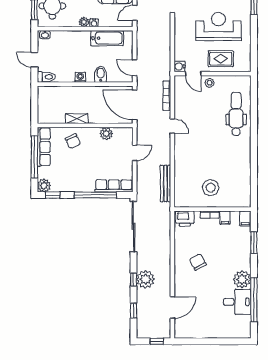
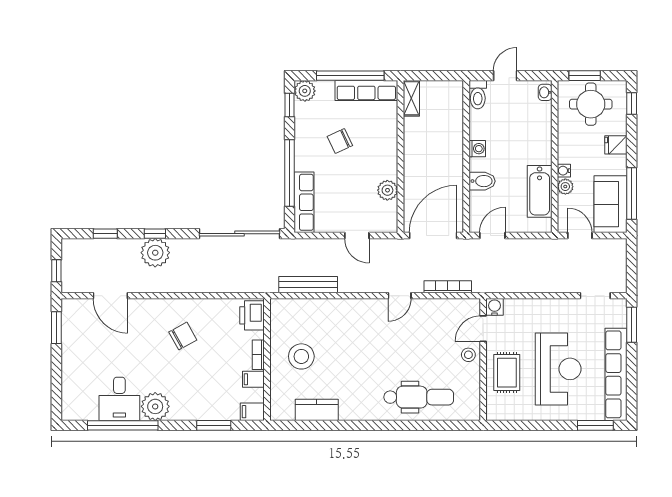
plant: (84, 22) -> (565, 187), moved
shelving: (77, 119) -> (411, 98), moved
chair: (73, 141) -> (340, 141), moved
kitchen counter: (244, 178) -> (317, 410), added
window: (193, 341) -> (56, 328), added

